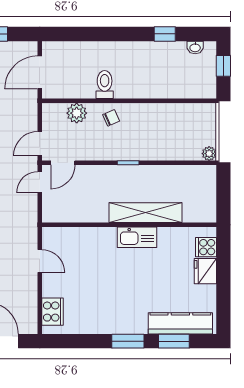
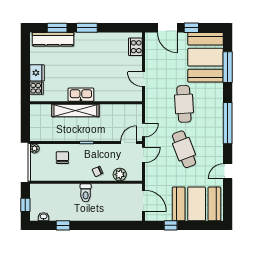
door: (40, 72) -> (144, 201), hinge flipped
toilet: (105, 85) -> (86, 193), moved
chair: (166, 139) -> (62, 158), added

